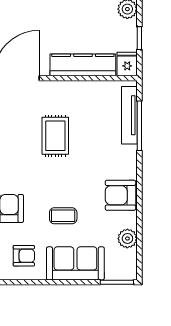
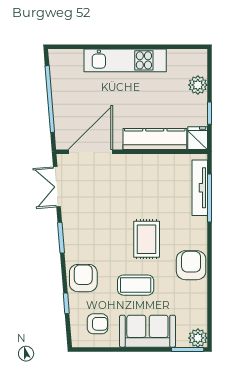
rug: (55, 136) -> (147, 239), moved
armchair: (120, 195) -> (191, 265), turned 90
coffee table: (63, 216) -> (136, 285), width x1.36, depth x1.30
plant: (127, 238) -> (198, 338), moved

